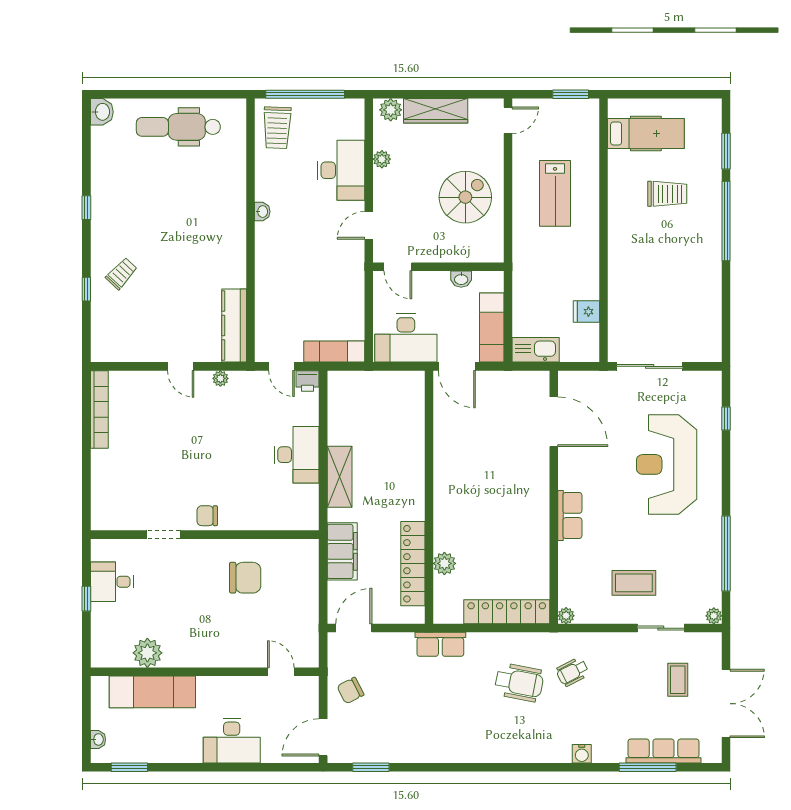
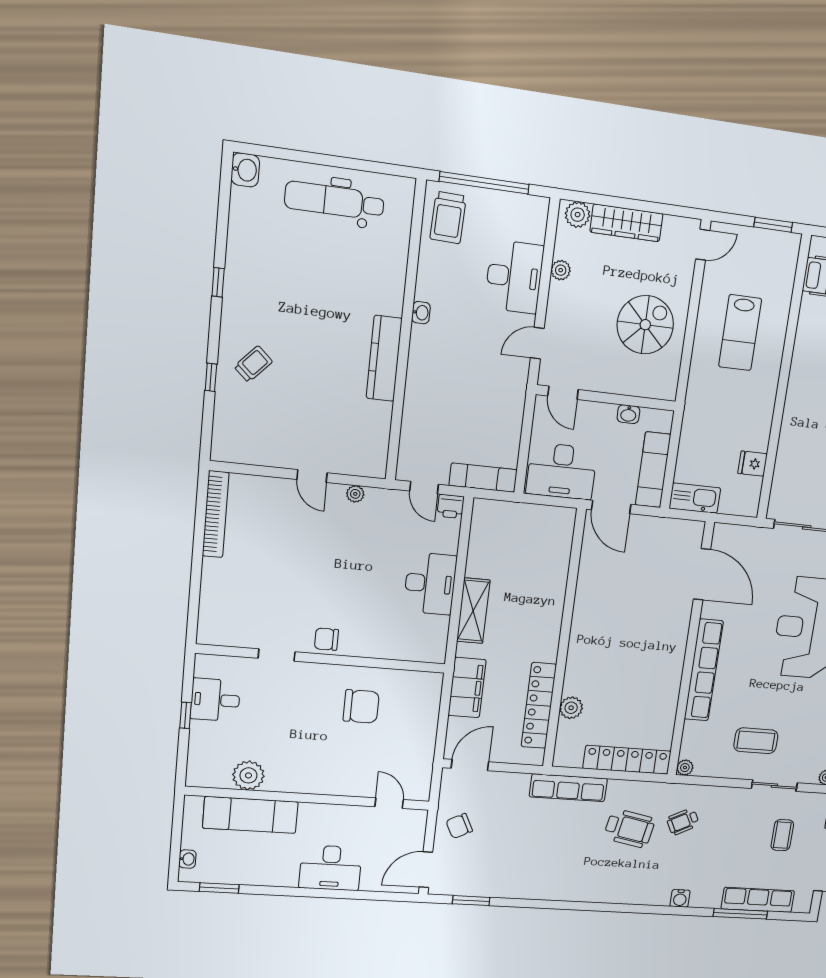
kitchen counter: (234, 326) -> (384, 358), moved
row of seats: (570, 515) -> (704, 670), width x2.02
row of seats: (440, 644) -> (568, 788), width x1.48

